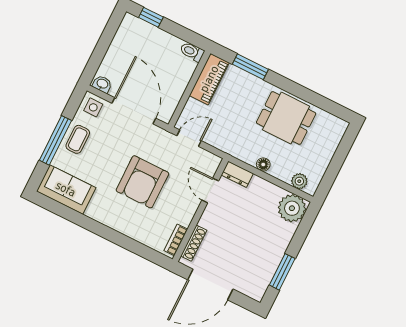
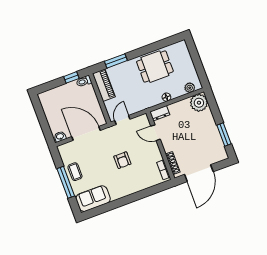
window: (151, 17) -> (71, 77), moved
side table: (93, 107) -> (67, 151), removed
armchair: (142, 182) -> (122, 160), width x0.53, depth x0.53

